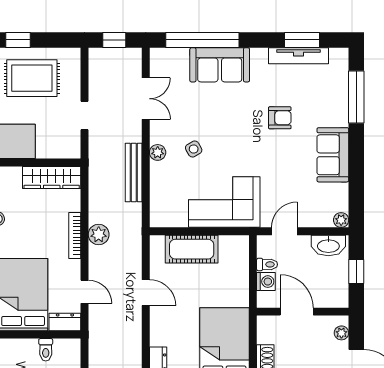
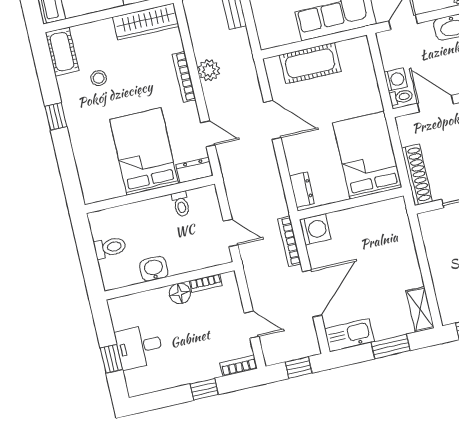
toilet: (267, 264) -> (401, 97), moved
door: (146, 293) -> (272, 120), width x1.38

